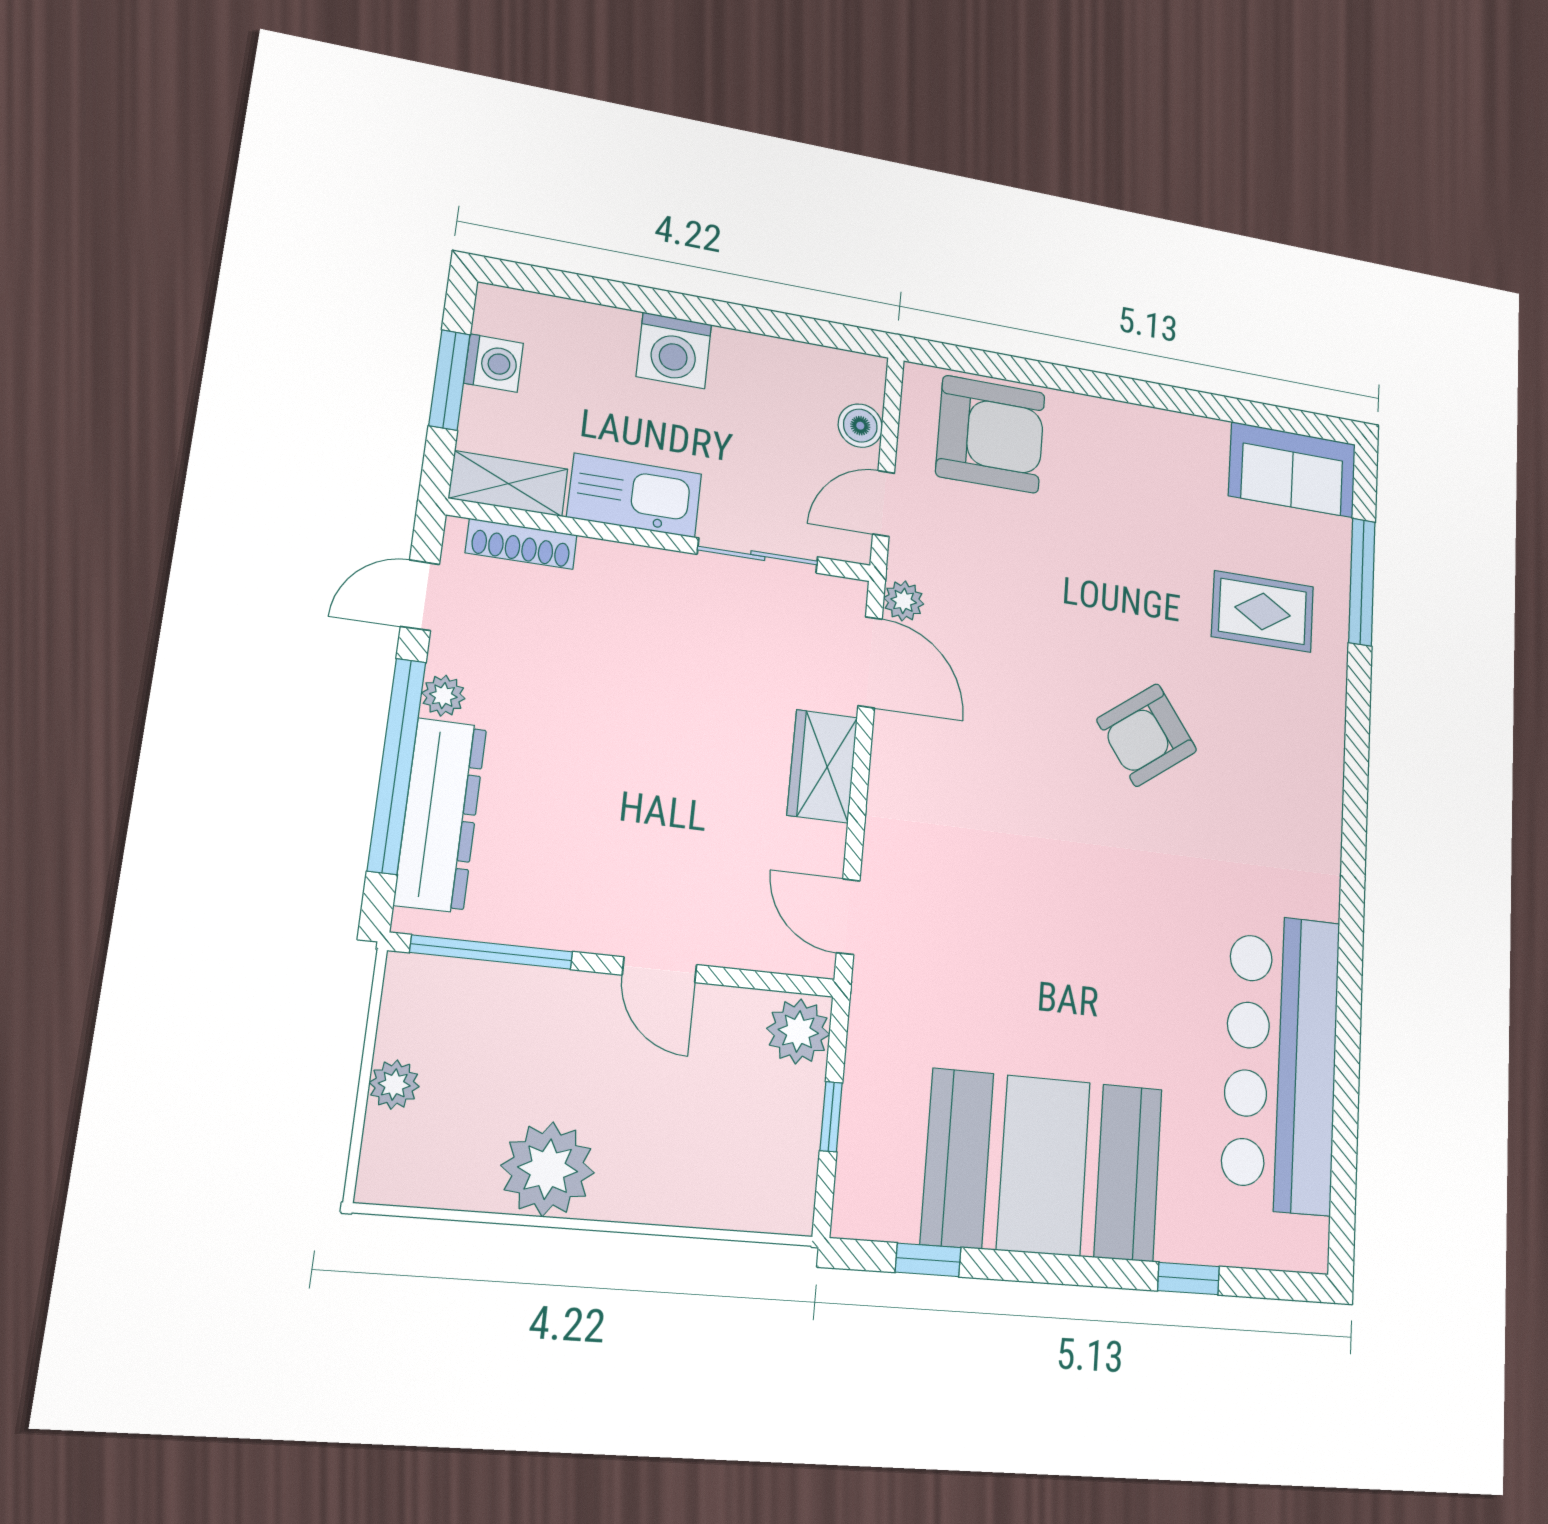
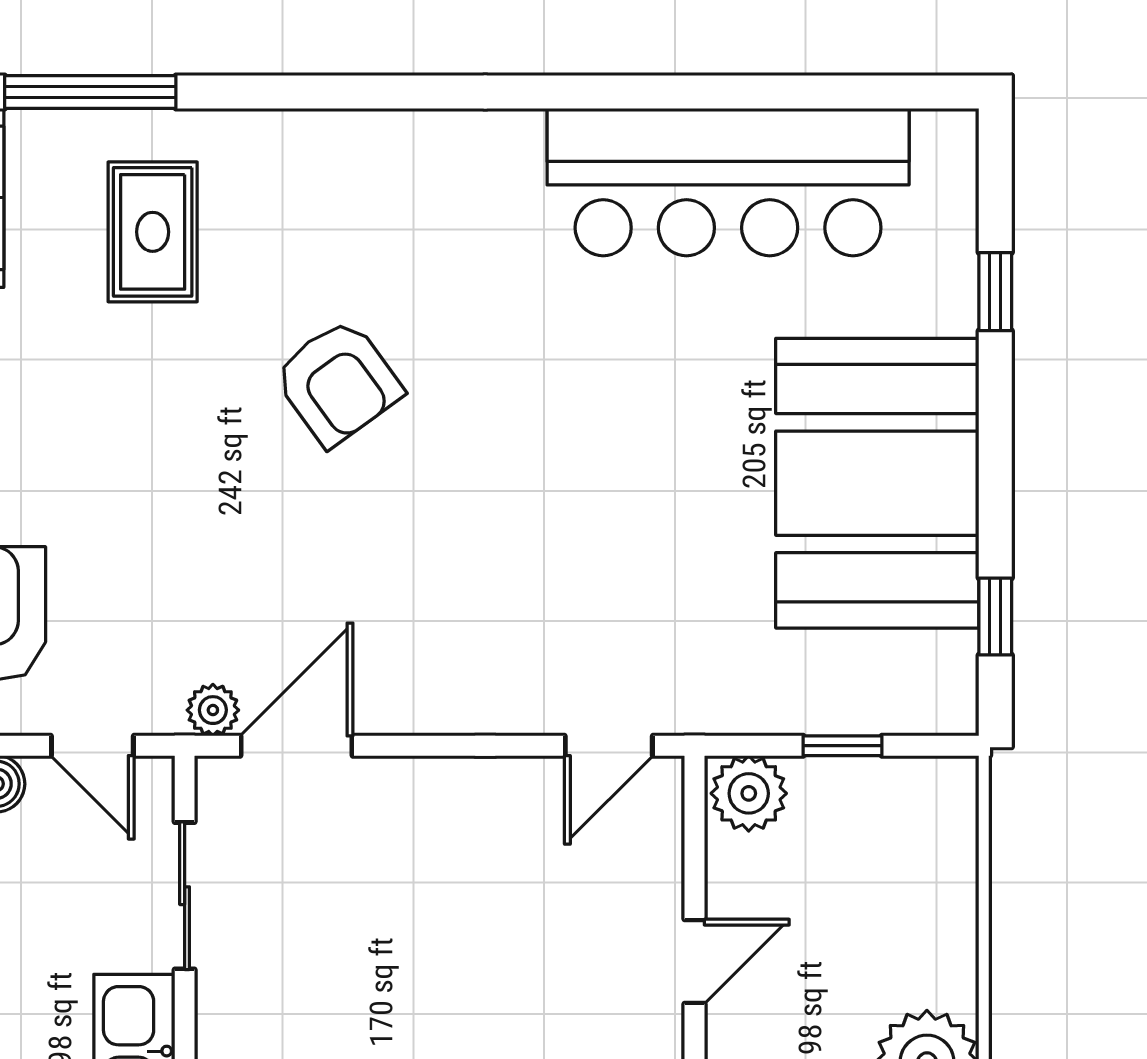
wardrobe: (822, 766) -> (433, 793), removed

